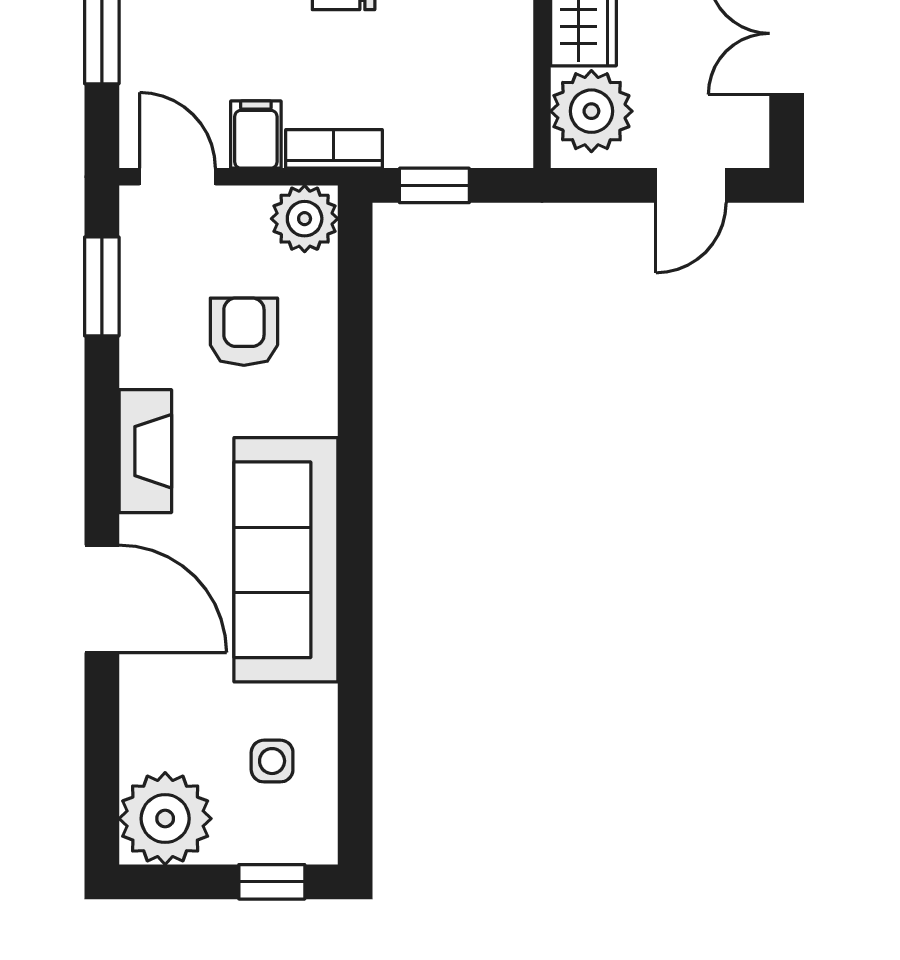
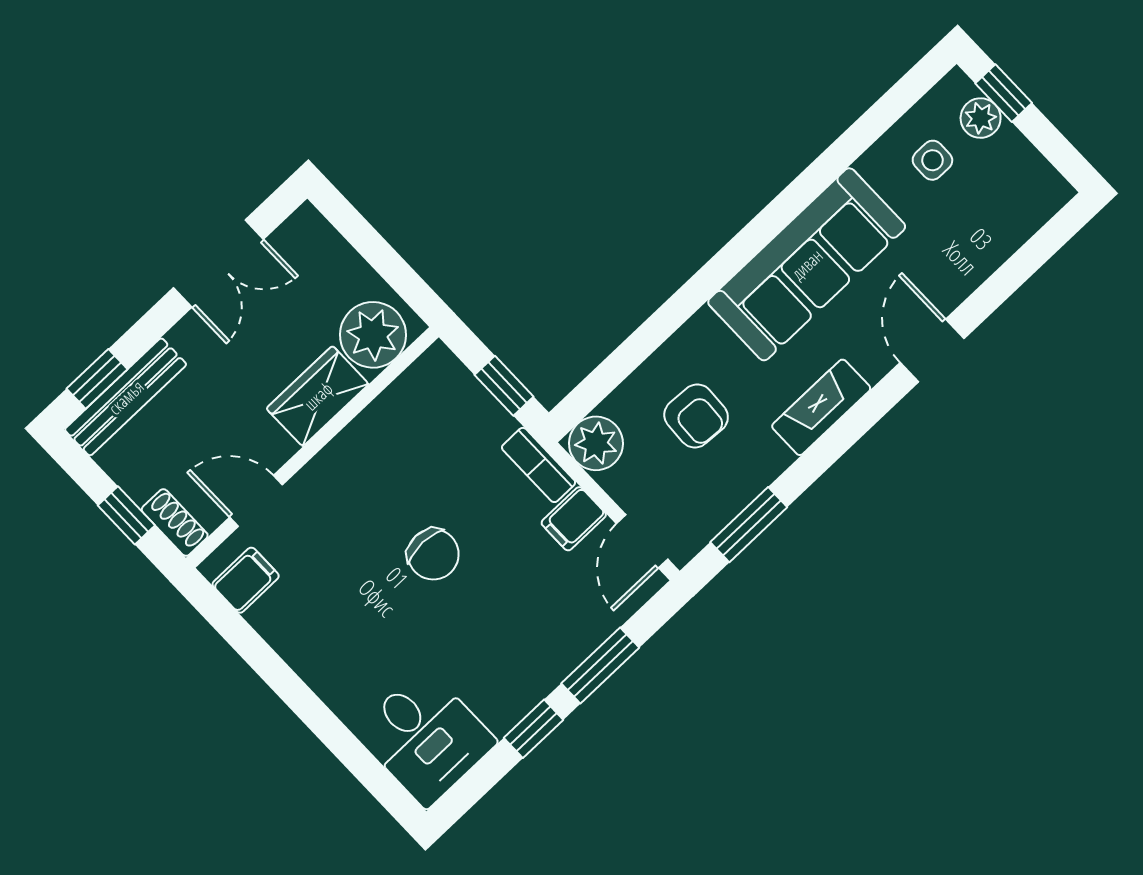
door: (691, 185) -> (361, 235), removed
armchair: (244, 332) -> (696, 416), turned -87
door: (102, 599) -> (932, 351), width x0.73
plant: (165, 819) -> (981, 118), moved, width x0.53, depth x0.53

